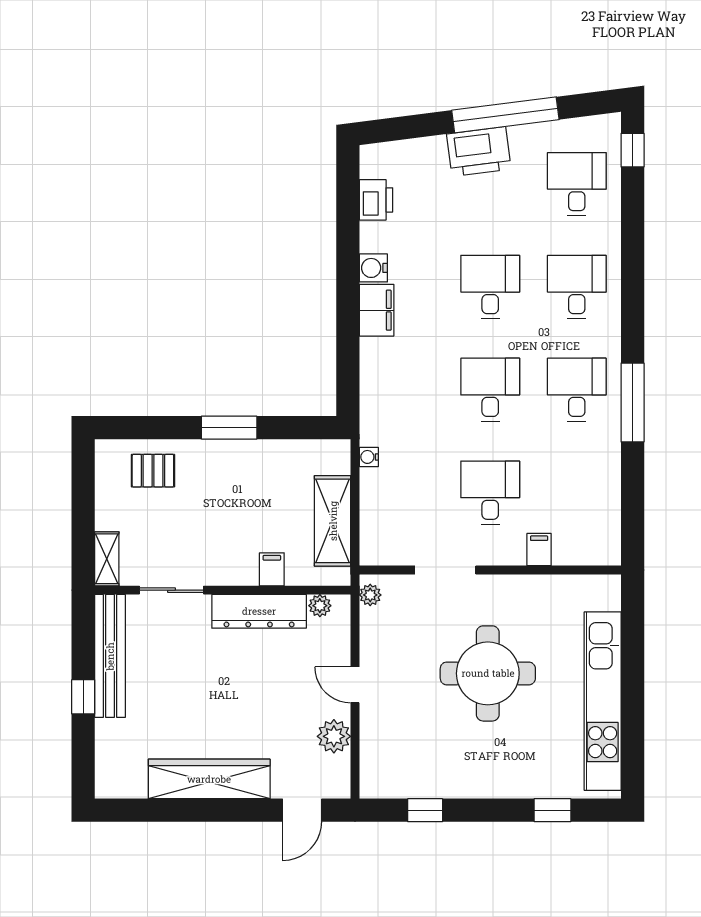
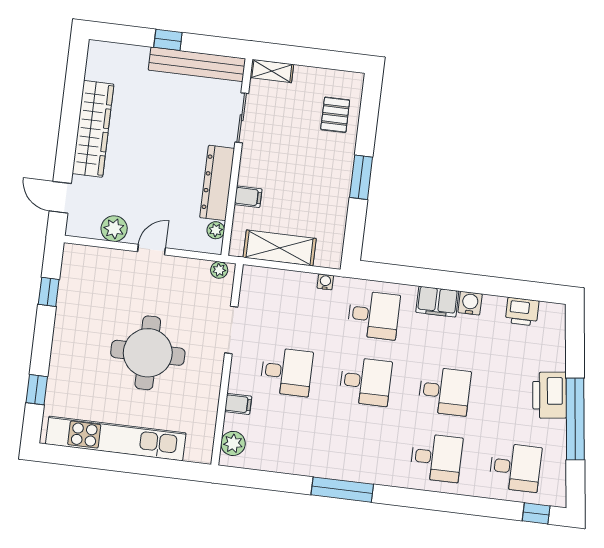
desk: (577, 390) -> (374, 315), moved
plant: (591, 550) -> (233, 443), added

